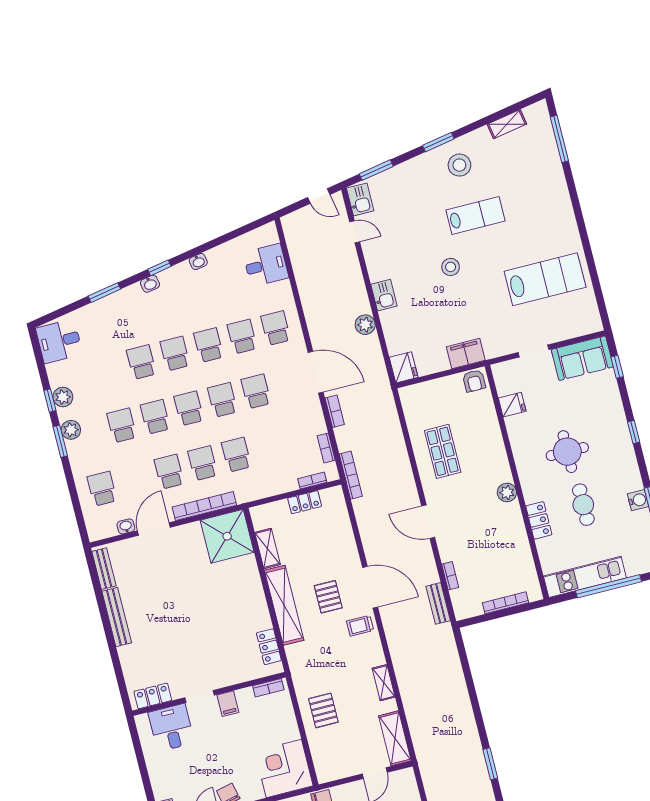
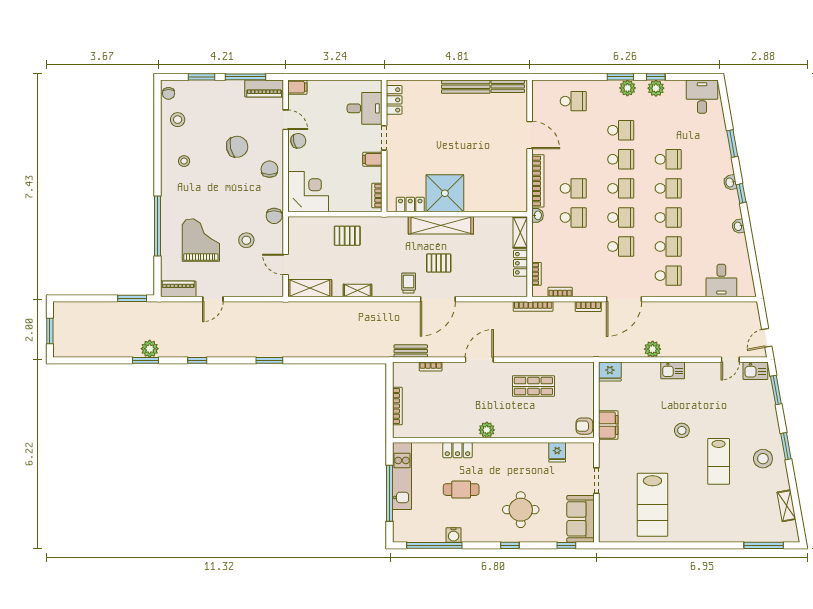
round table: (567, 452) -> (521, 510), moved
school desk: (169, 472) -> (573, 159), removed
washbasin: (126, 526) -> (538, 215), moved
shower: (227, 536) -> (445, 193), moved
shelving: (268, 548) -> (520, 232), moved, turned 90

